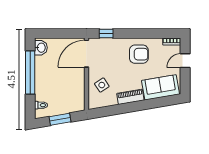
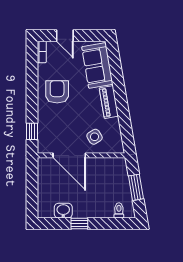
washbasin: (41, 48) -> (63, 211), moved
door: (86, 54) -> (69, 155), moved
window: (30, 72) -> (79, 224), width x0.32

